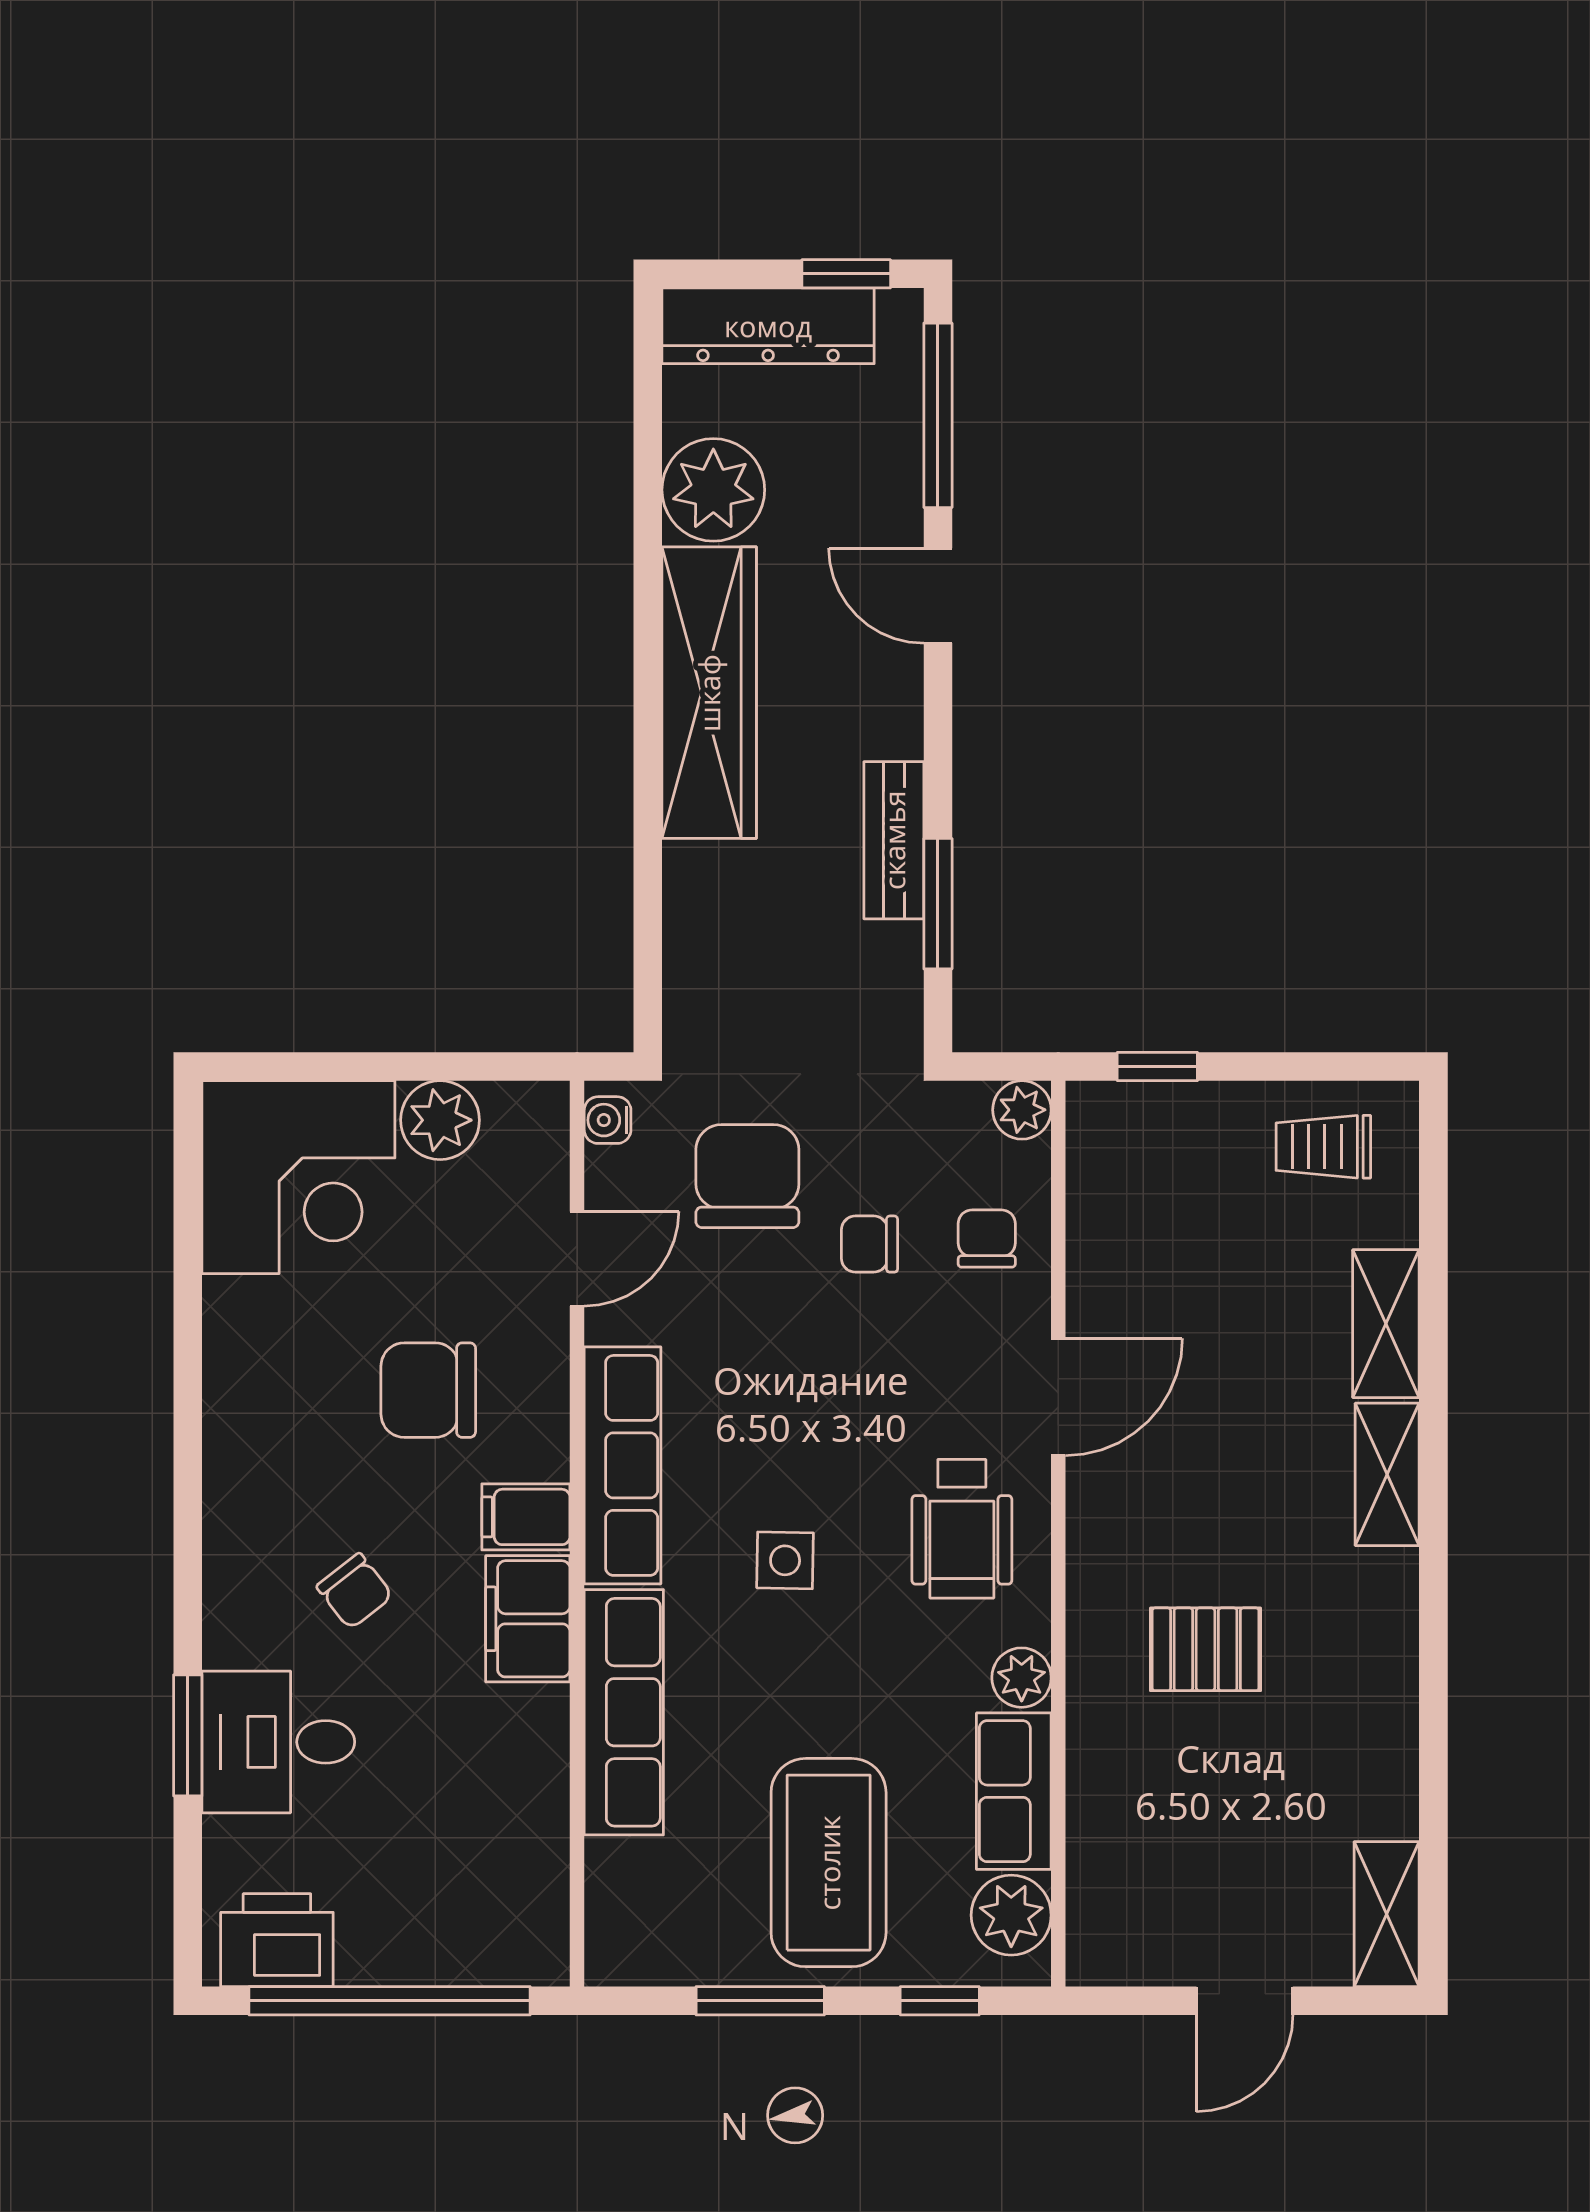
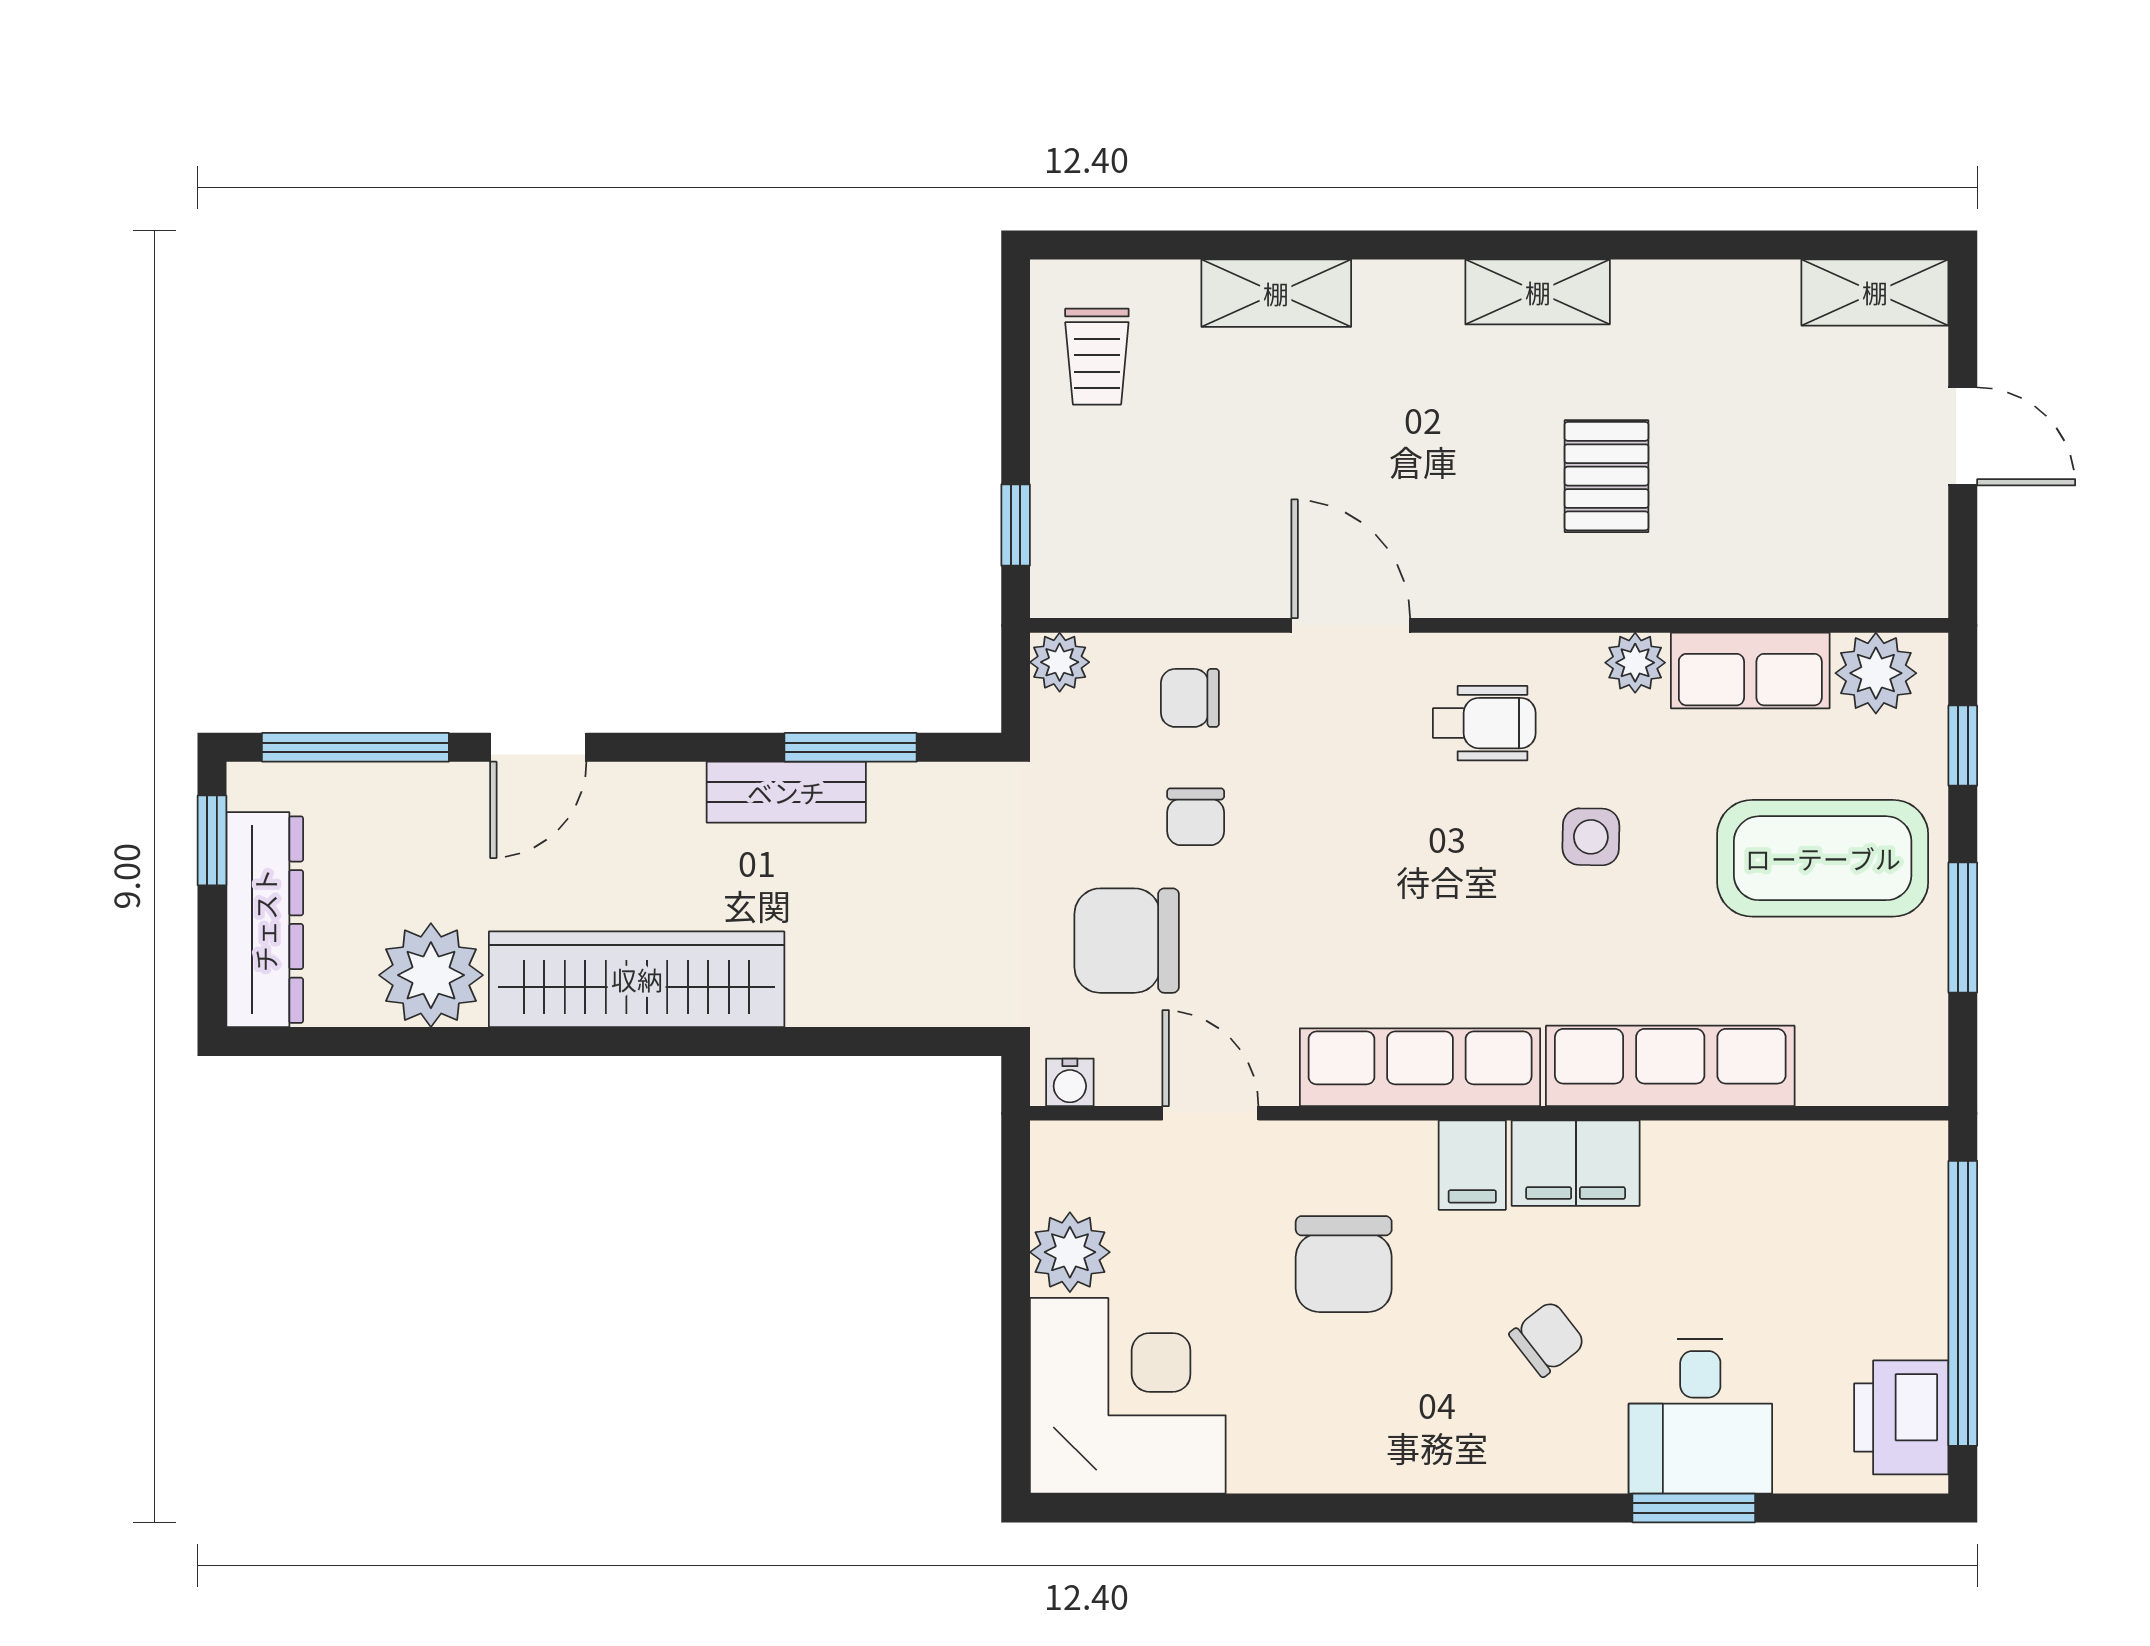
shelving: (1387, 1474) -> (1538, 292), moved
wheelchair: (962, 1529) -> (1484, 723), width x0.73, depth x0.73
side table: (785, 1560) -> (1591, 837), moved

